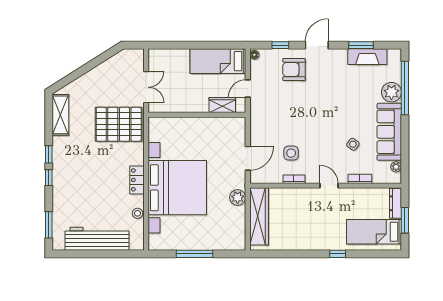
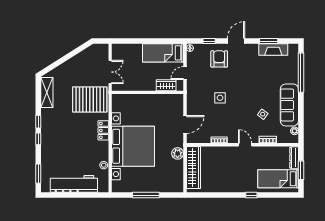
armchair: (294, 69) -> (219, 59), turned 90
plant: (391, 92) -> (291, 76), removed
side table: (291, 153) -> (220, 98), moved
locker: (137, 180) -> (103, 130), moved

